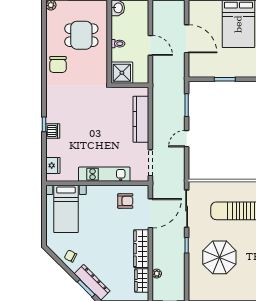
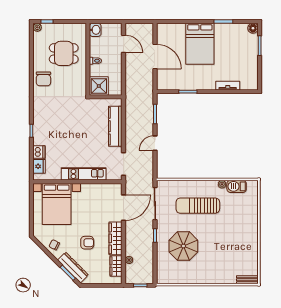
door: (150, 45) -> (124, 44), moved
dishwasher: (53, 131) -> (39, 152), moved
armchair: (125, 201) -> (87, 243), moved
bed with nightstands: (66, 209) -> (57, 204), width x1.36

